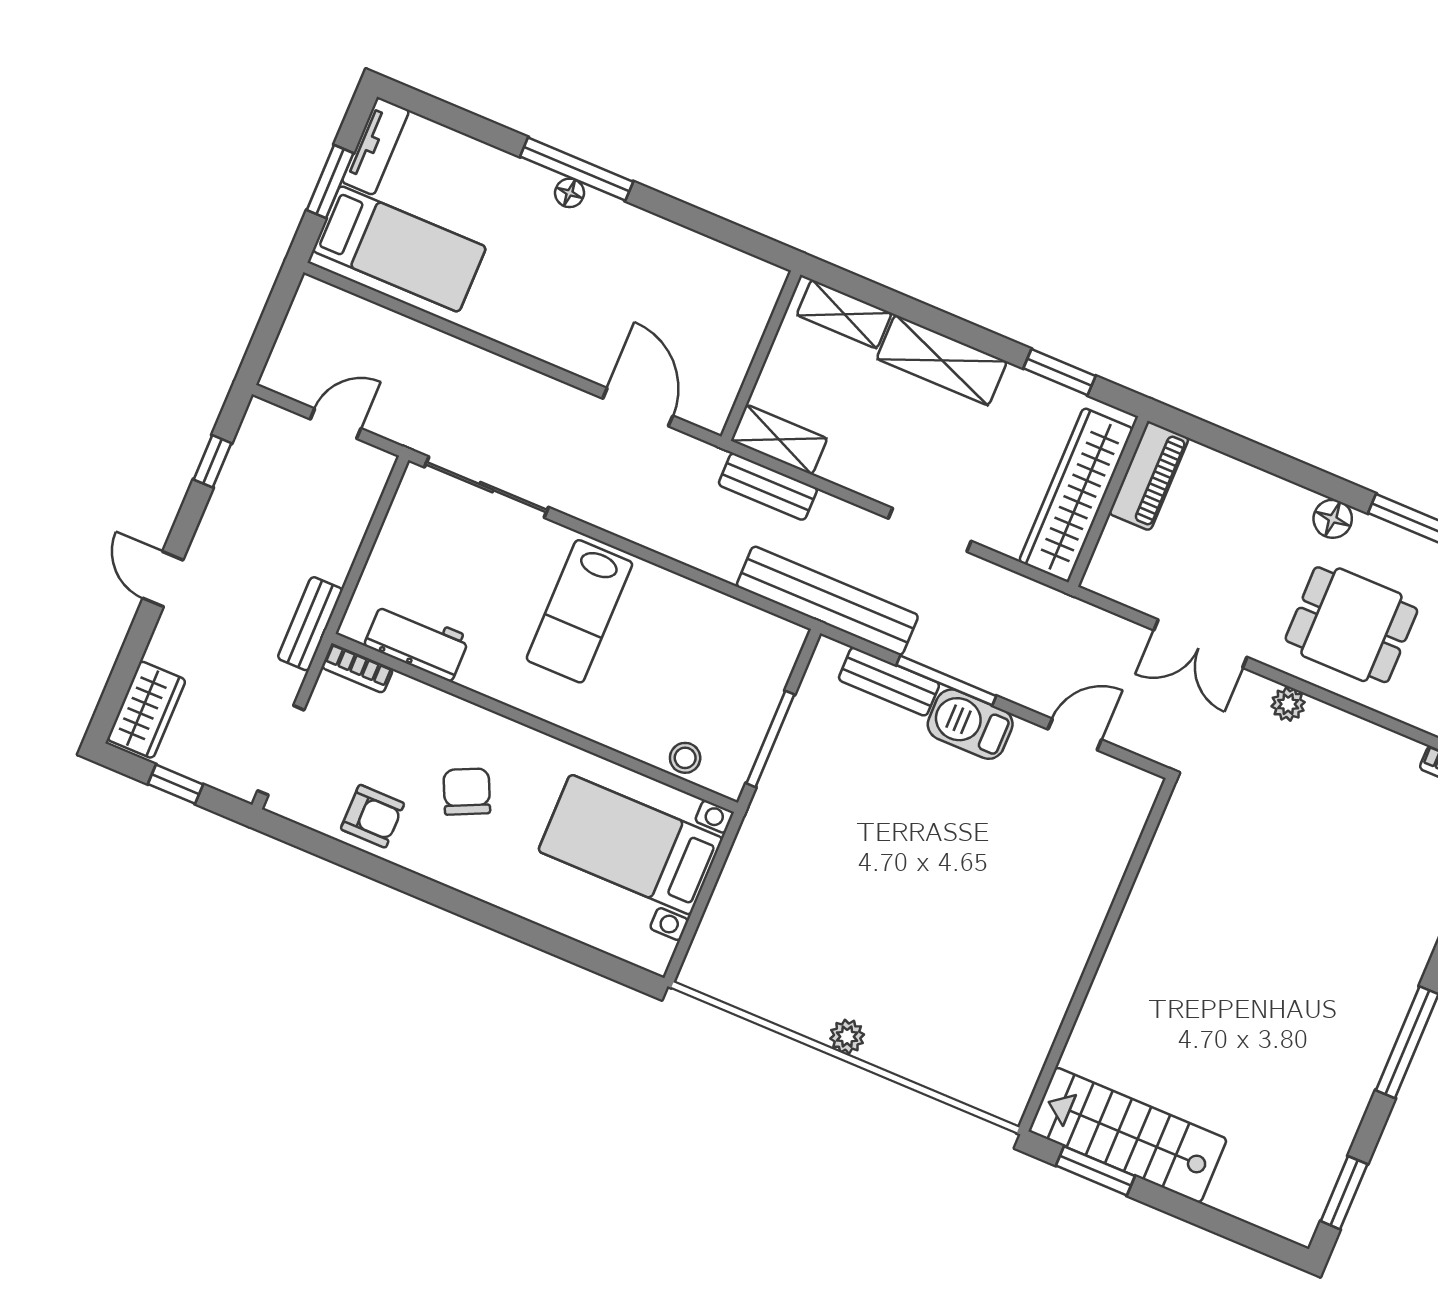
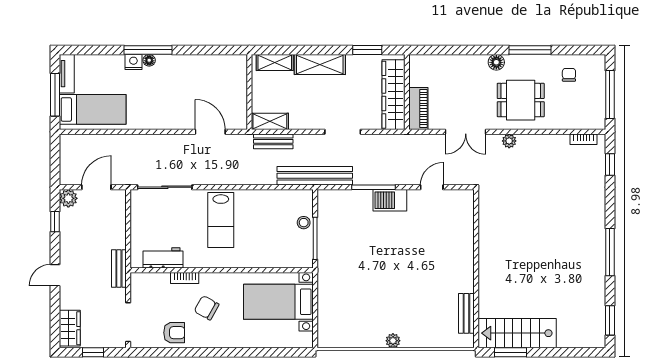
window: (330, 182) -> (55, 95), width x1.44
nightstand: (533, 182) -> (133, 62), added
plant: (264, 422) -> (68, 198), added
door: (336, 424) -> (96, 187), width x1.38
piano: (1149, 476) -> (418, 109), moved
door: (163, 579) -> (55, 275), hinge flipped
bookcase: (357, 668) -> (185, 278), moved
bench: (889, 682) -> (466, 313), moved, turned 90
stool: (685, 758) -> (304, 223), moved
chair: (467, 792) -> (207, 308), turned -36

